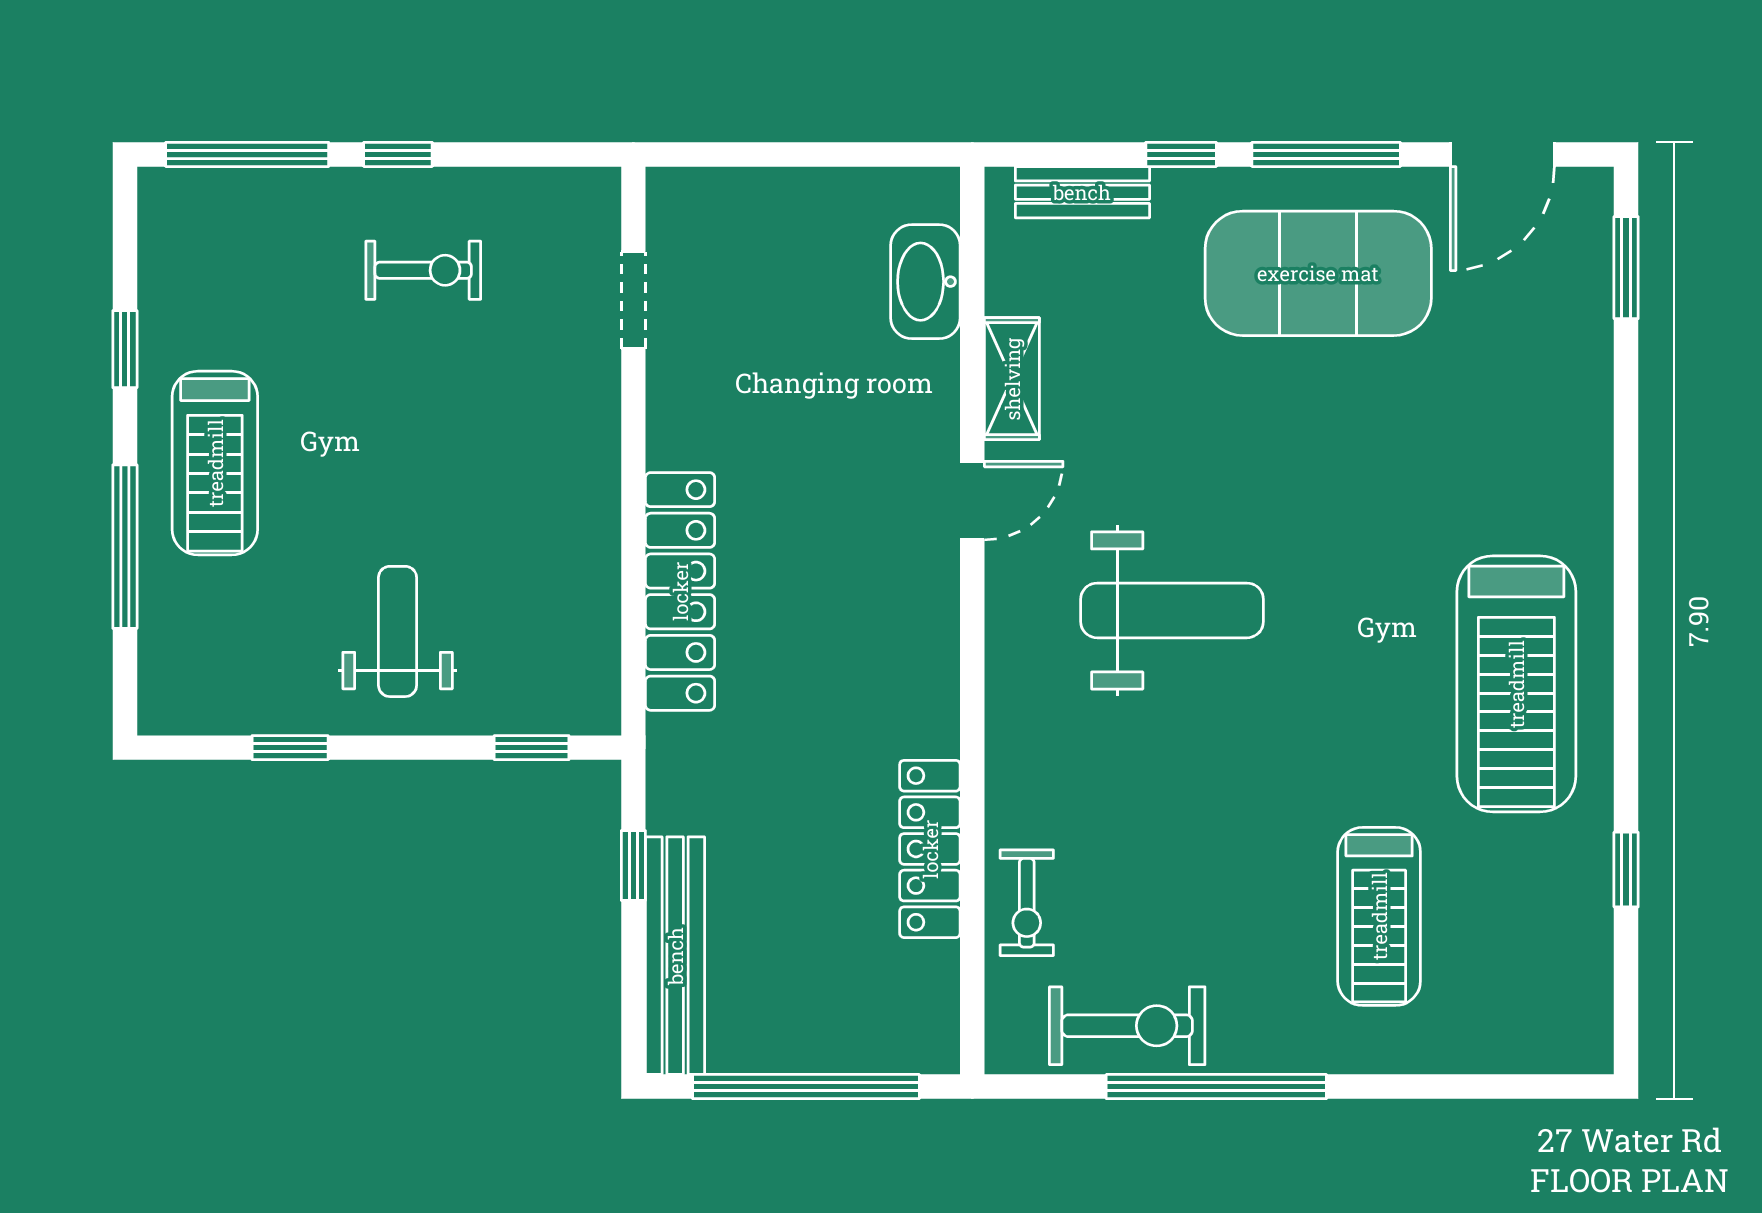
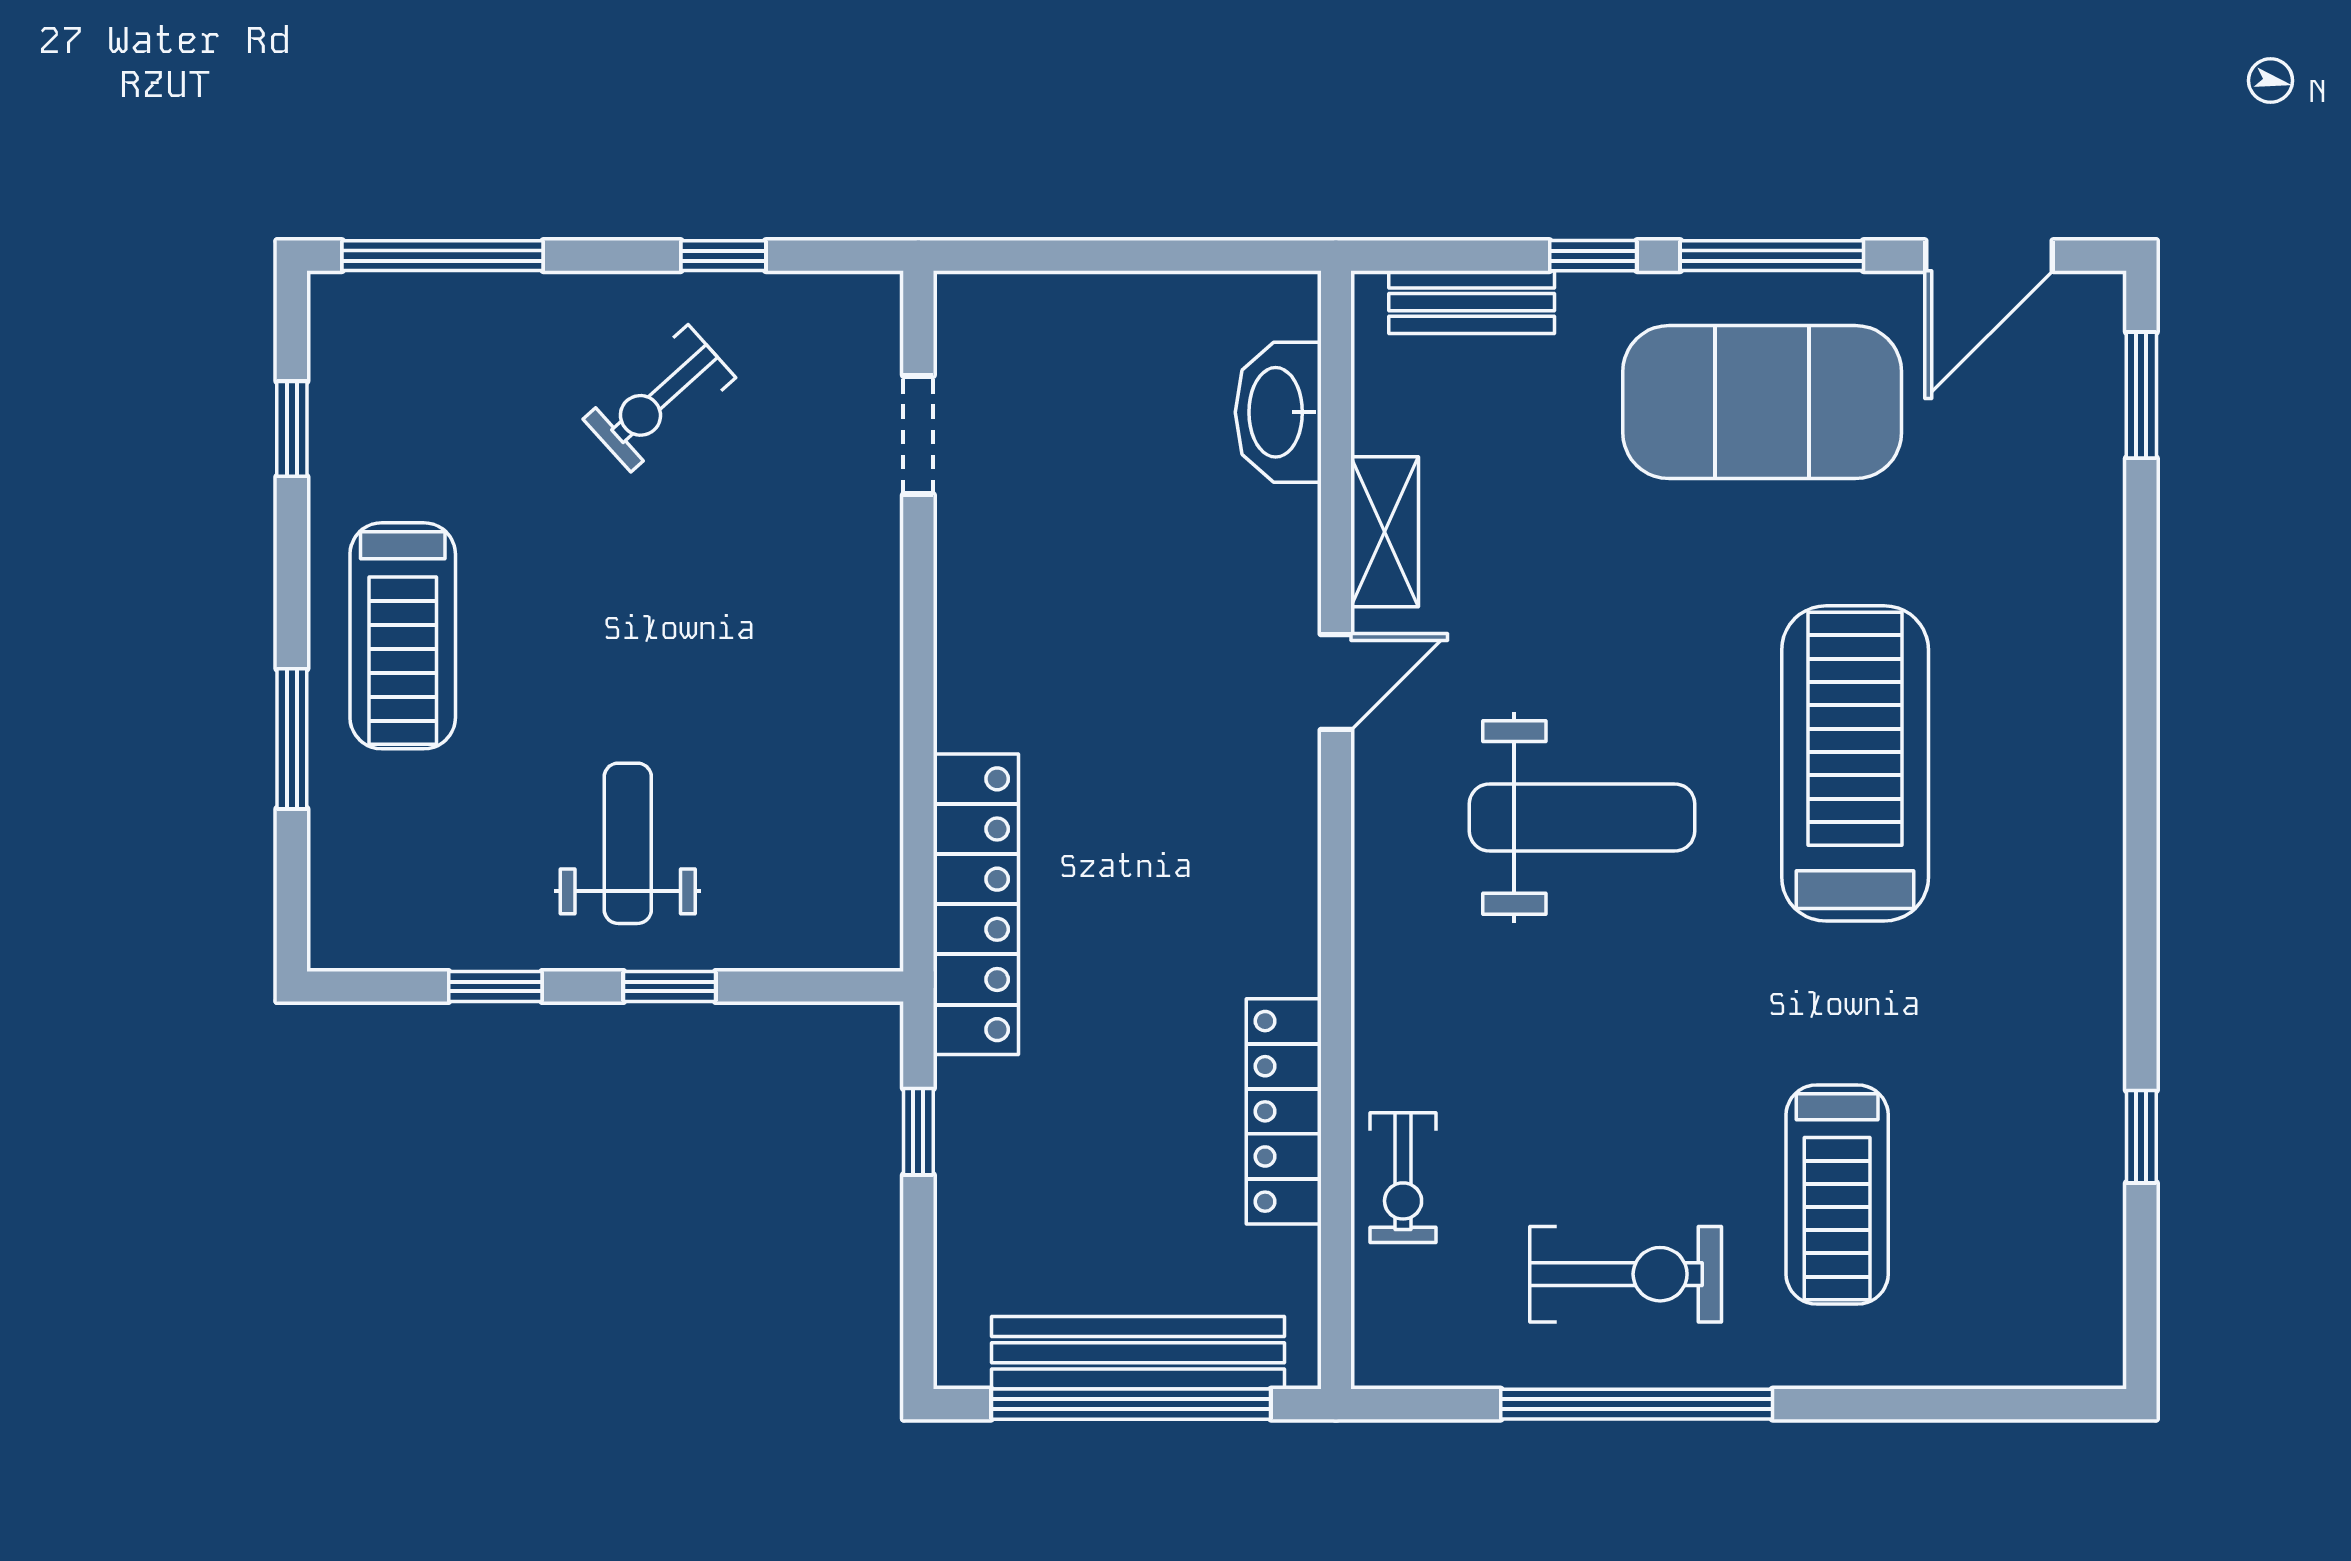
window: (398, 154) -> (723, 256), moved
exercise bike: (423, 270) -> (659, 398), turned 138
window: (125, 349) -> (292, 429), moved
window: (125, 547) -> (292, 739), width x0.69
locker: (680, 591) -> (976, 904), moved
treadmill: (1516, 684) -> (1855, 763), moved, turned 180
window: (532, 748) -> (670, 986), moved
bench: (675, 956) -> (1138, 1353), moved, turned 90
exercise bike: (1127, 1026) -> (1626, 1274), moved

